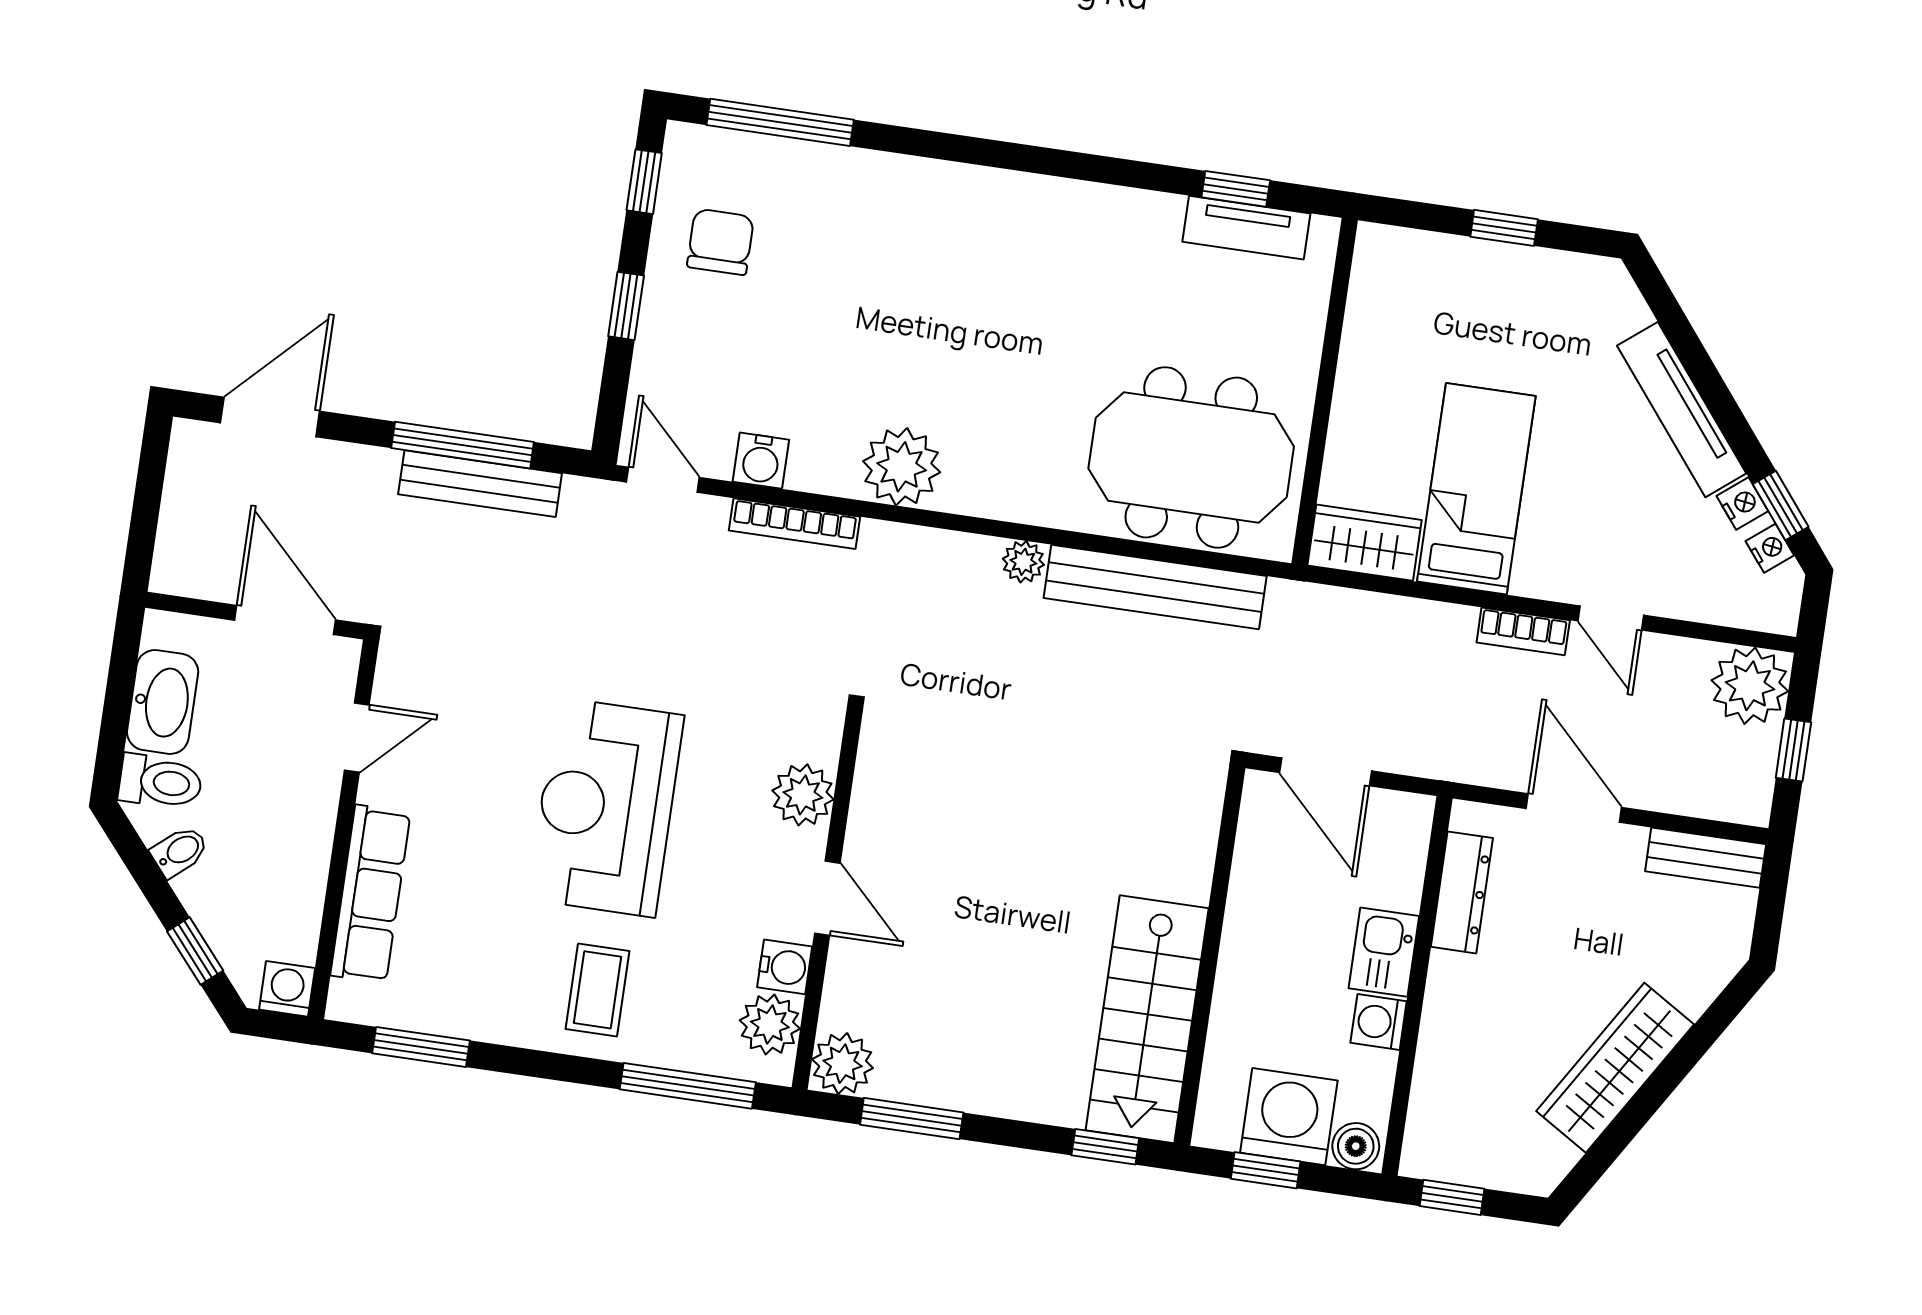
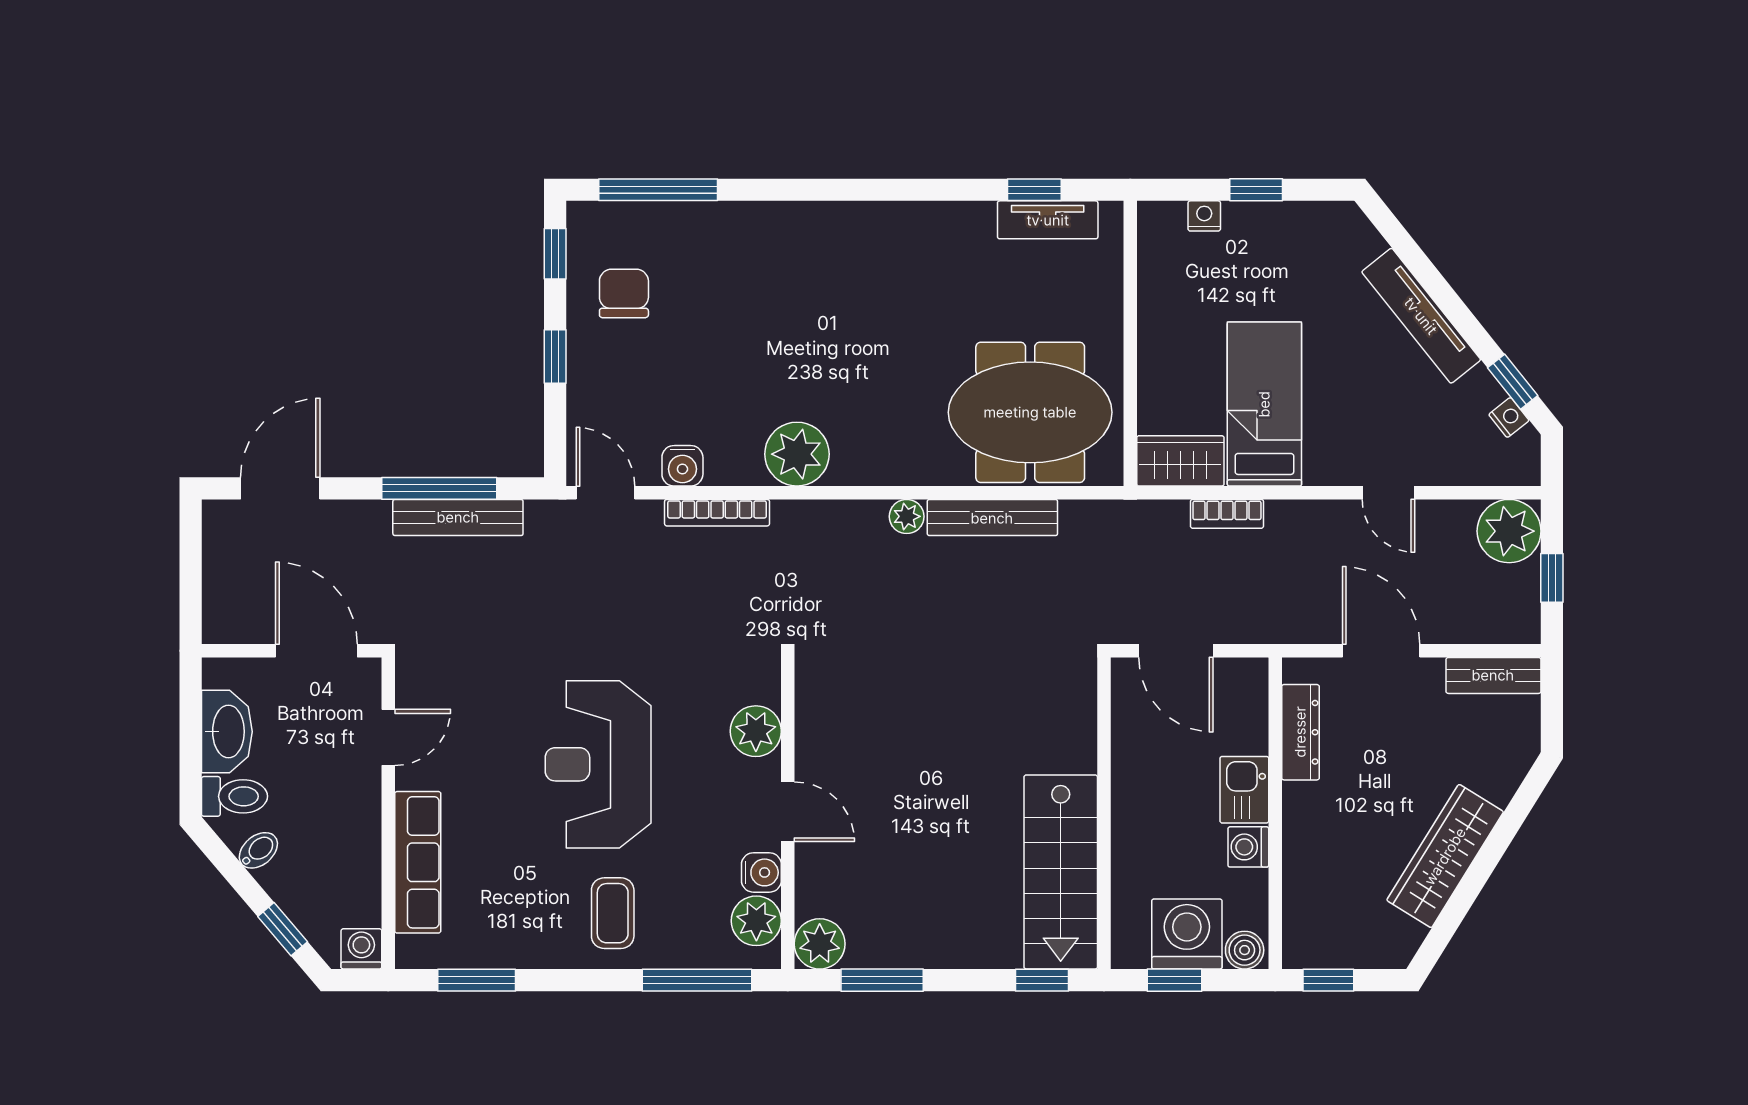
nightstand: (1742, 504) -> (1204, 216), moved, turned -51
bench: (1155, 587) -> (992, 518), width x0.73, depth x0.82
bookcase: (1523, 631) -> (1227, 514), moved

